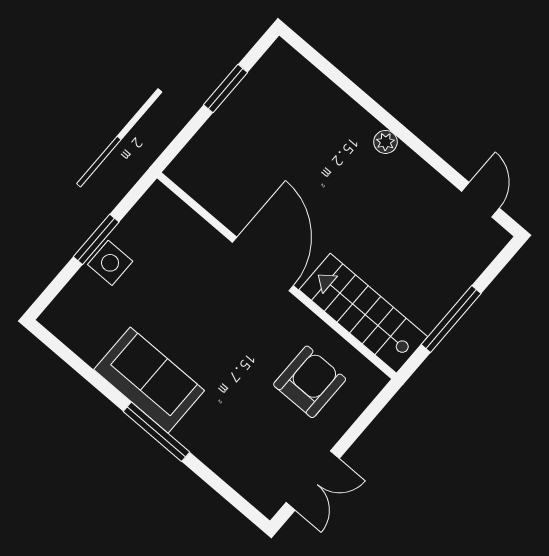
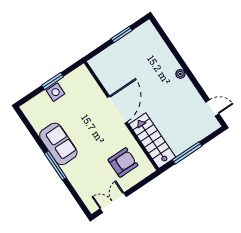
door: (481, 200) -> (212, 108), hinge flipped
double door: (313, 480) -> (113, 203), swing flipped

